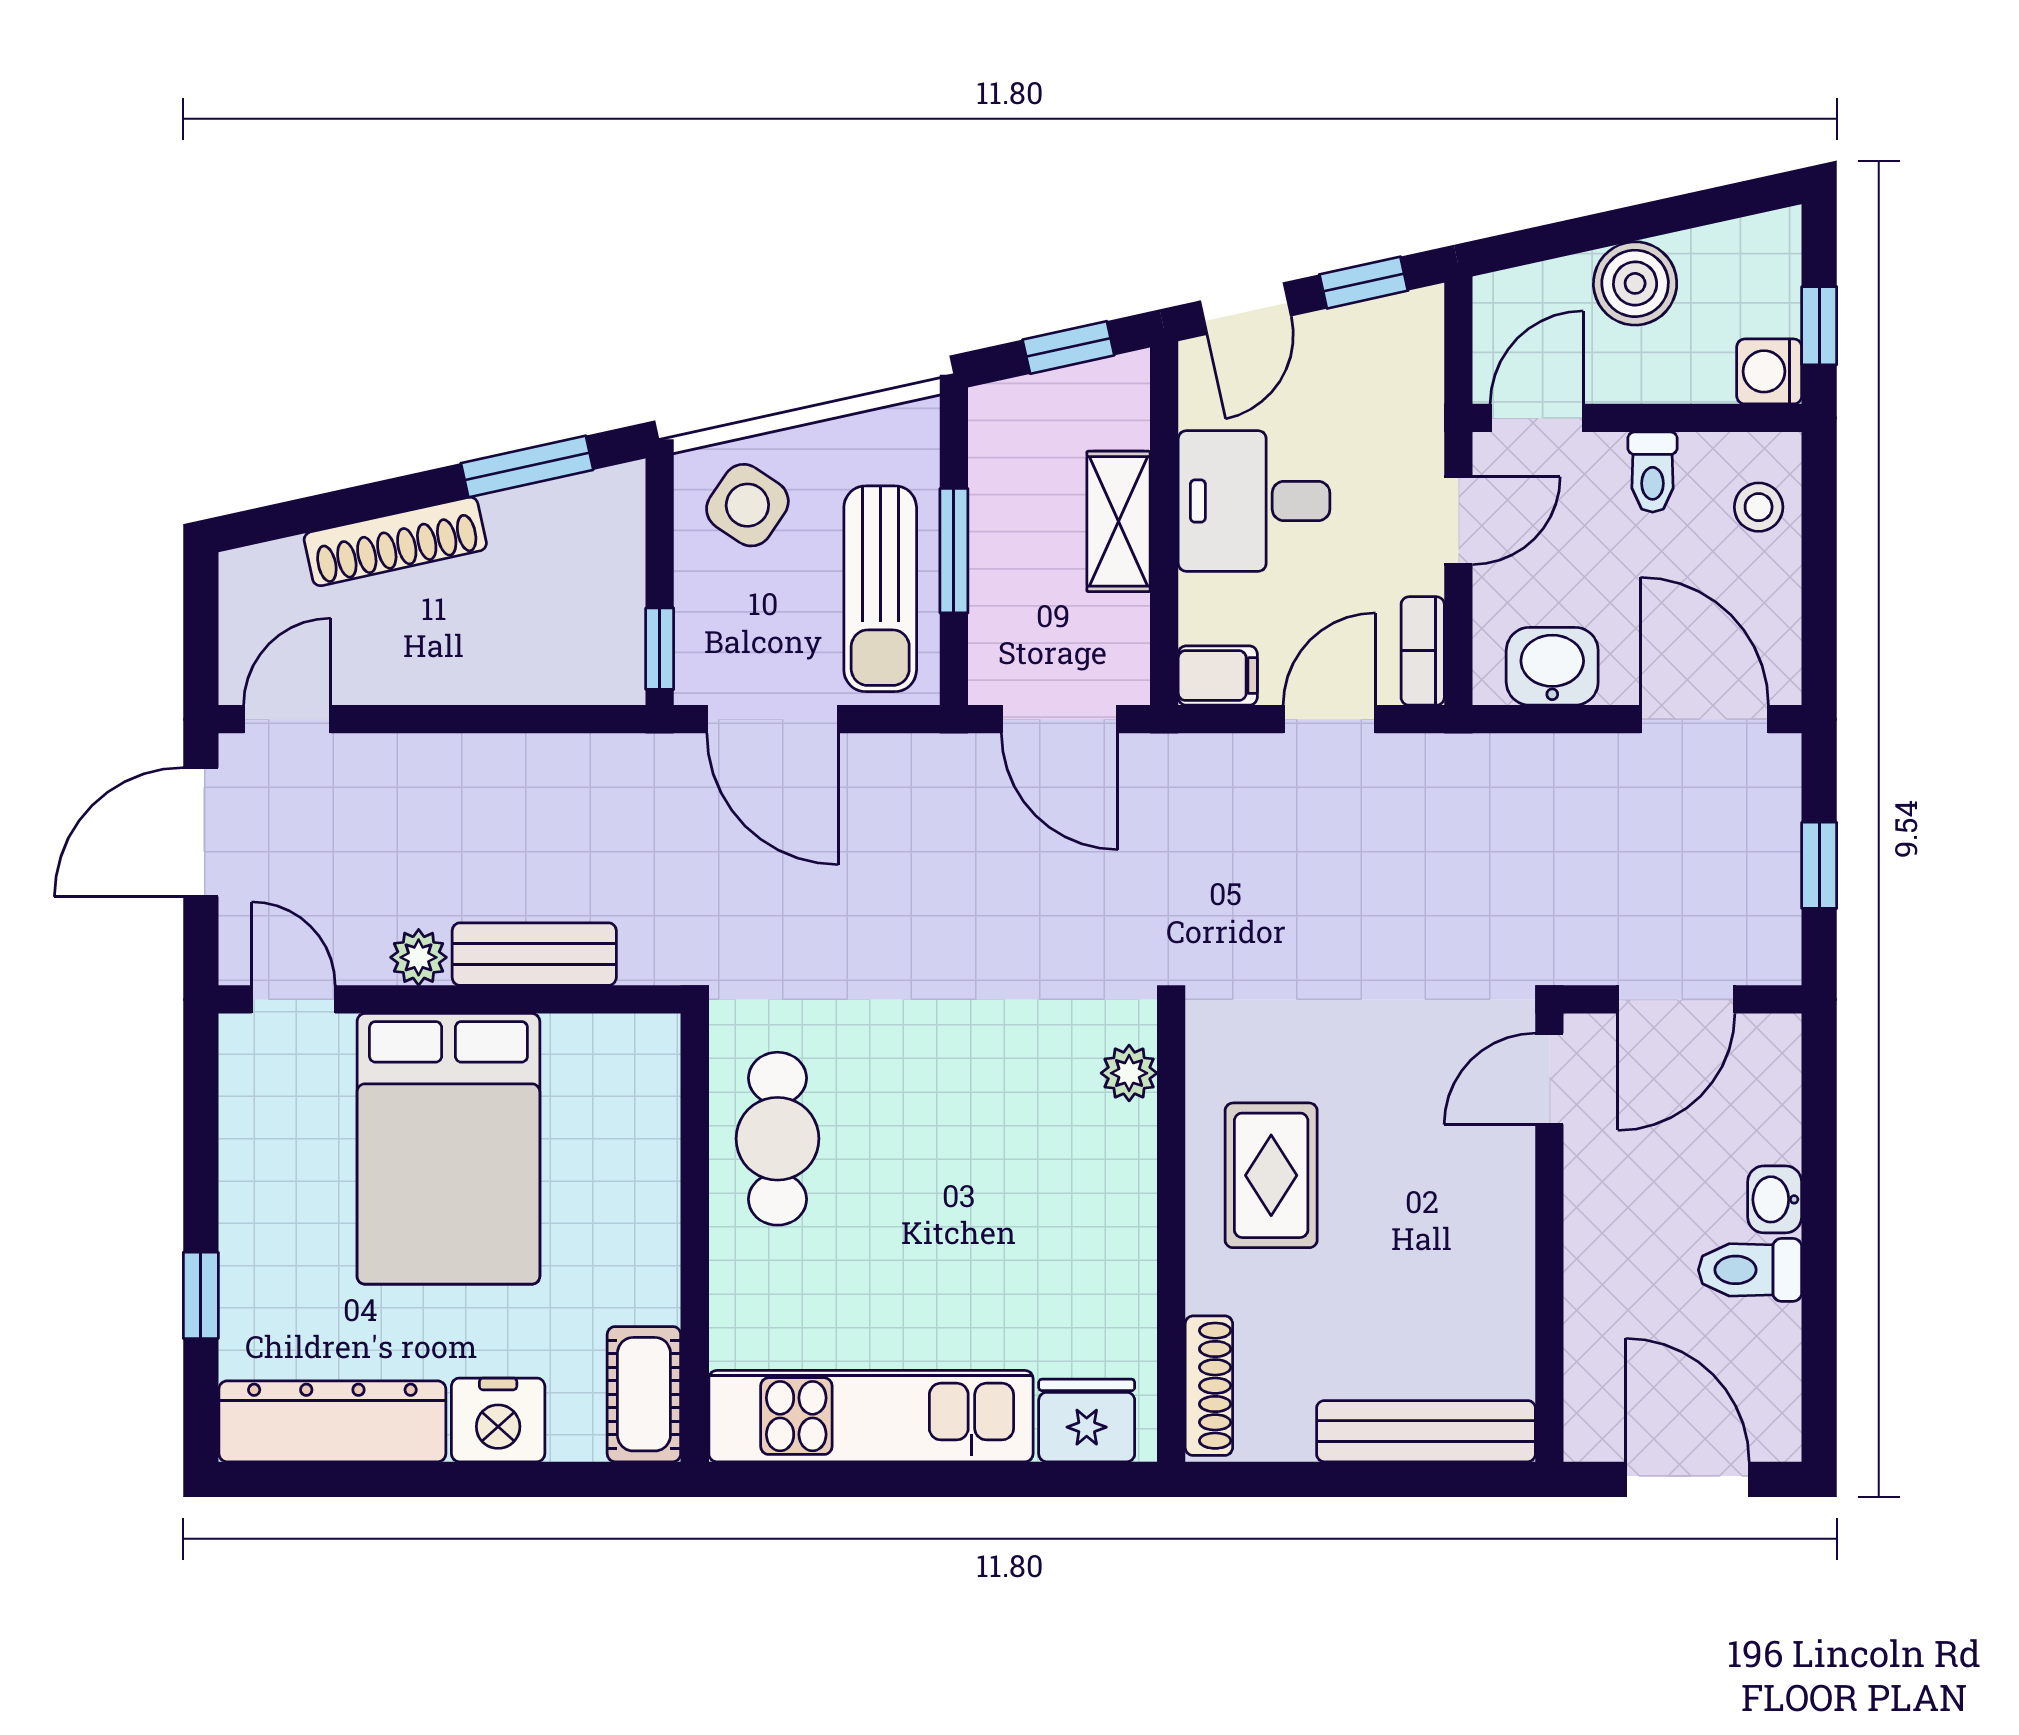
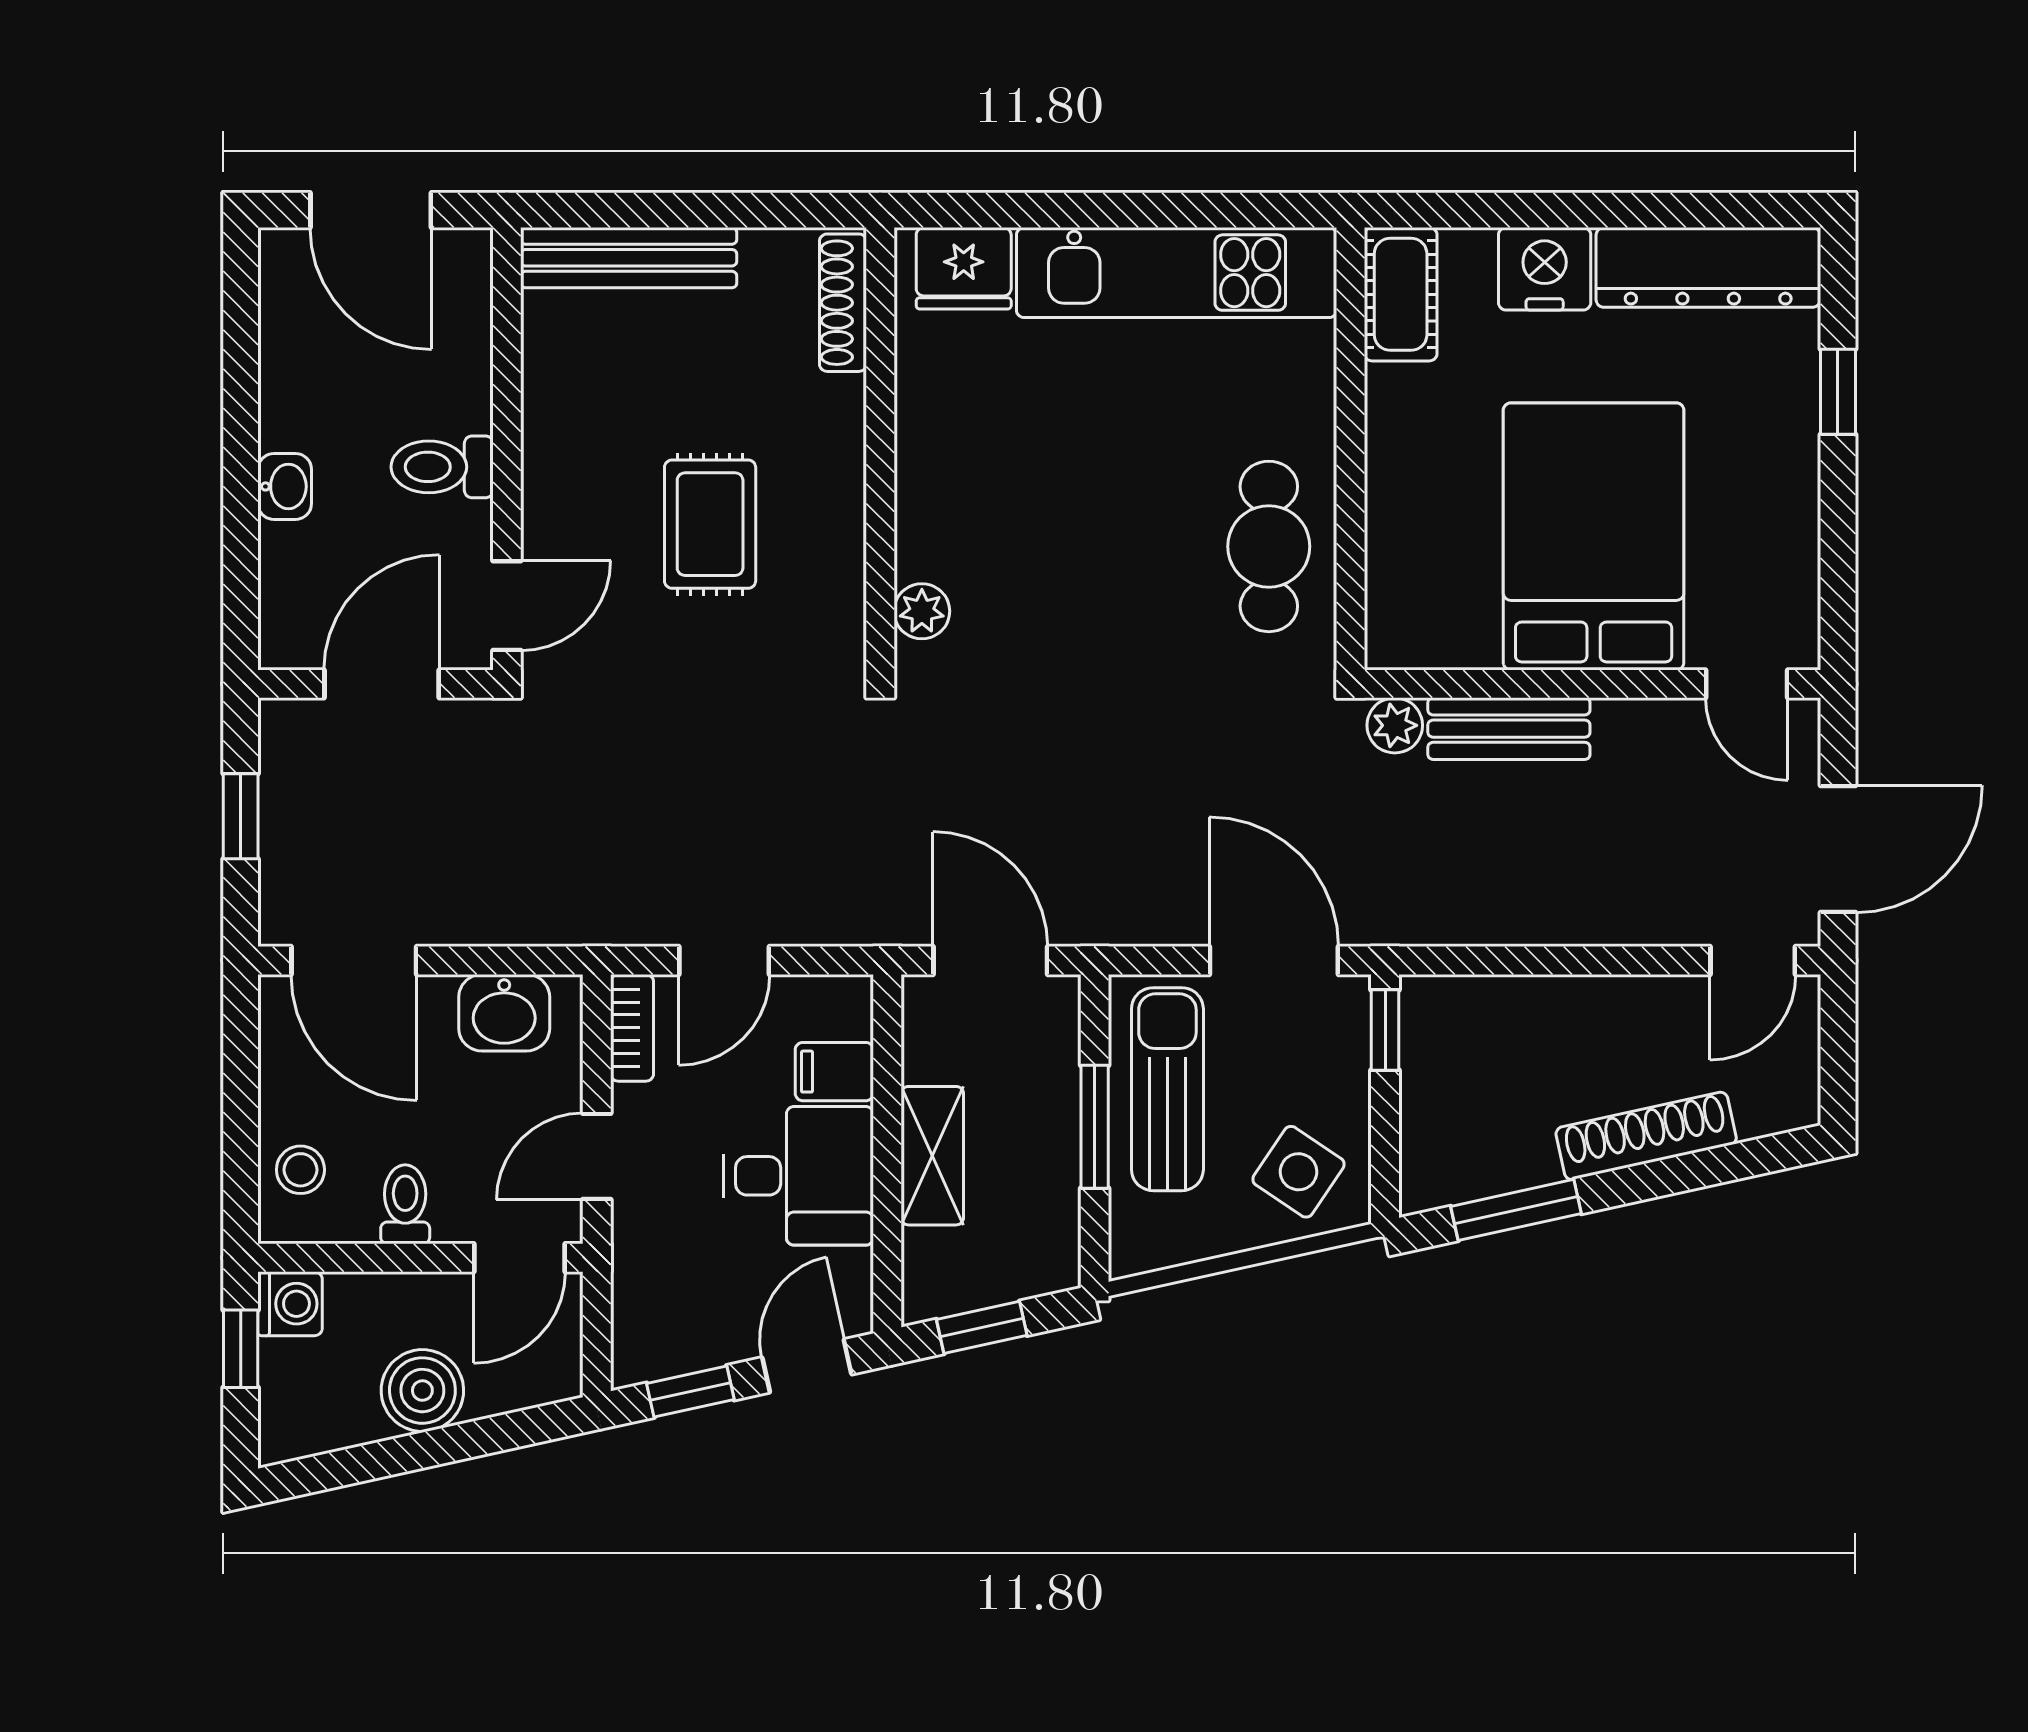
filing cabinet: (1218, 676) -> (834, 1072), moved
plant: (419, 957) -> (1395, 725), moved
rug: (1271, 1175) -> (710, 524), moved
toilet: (1750, 1270) -> (442, 467), moved, turned 180

